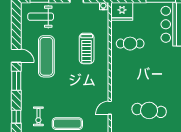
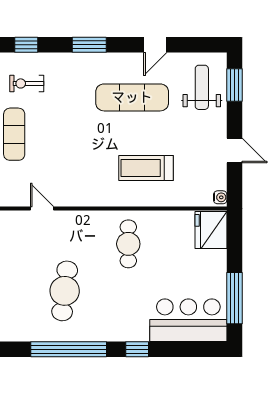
cafe table: (130, 44) -> (128, 244), moved
door: (16, 56) -> (155, 45), moved
cafe table: (149, 110) -> (65, 291), moved

